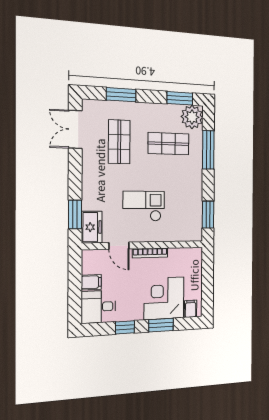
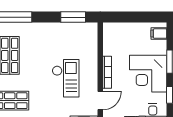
checkout: (144, 206) -> (66, 78), turned 180
corner desk: (164, 298) -> (148, 74), moved

